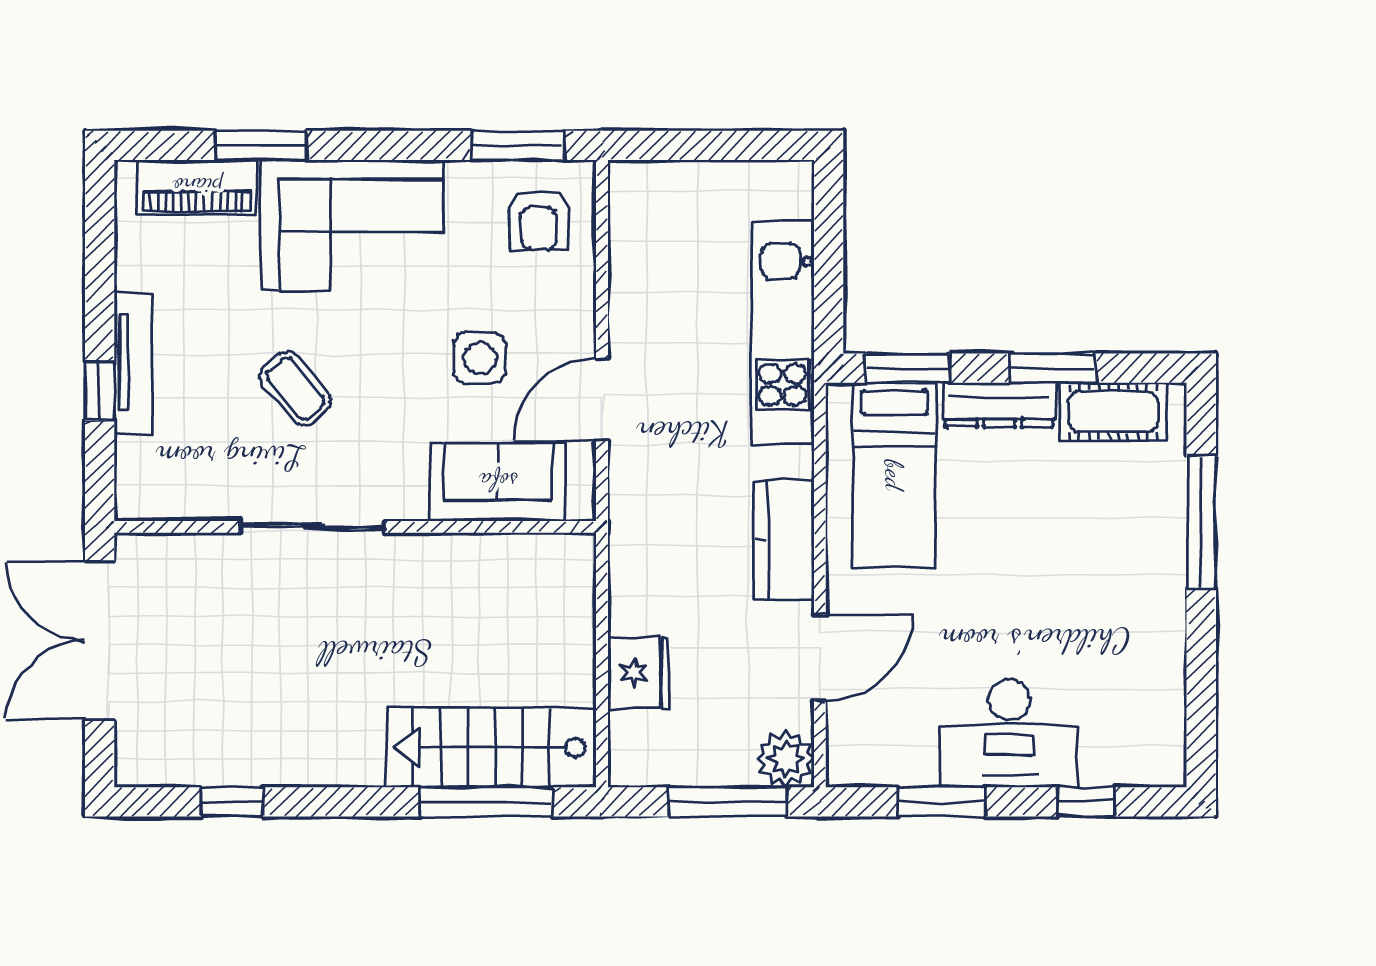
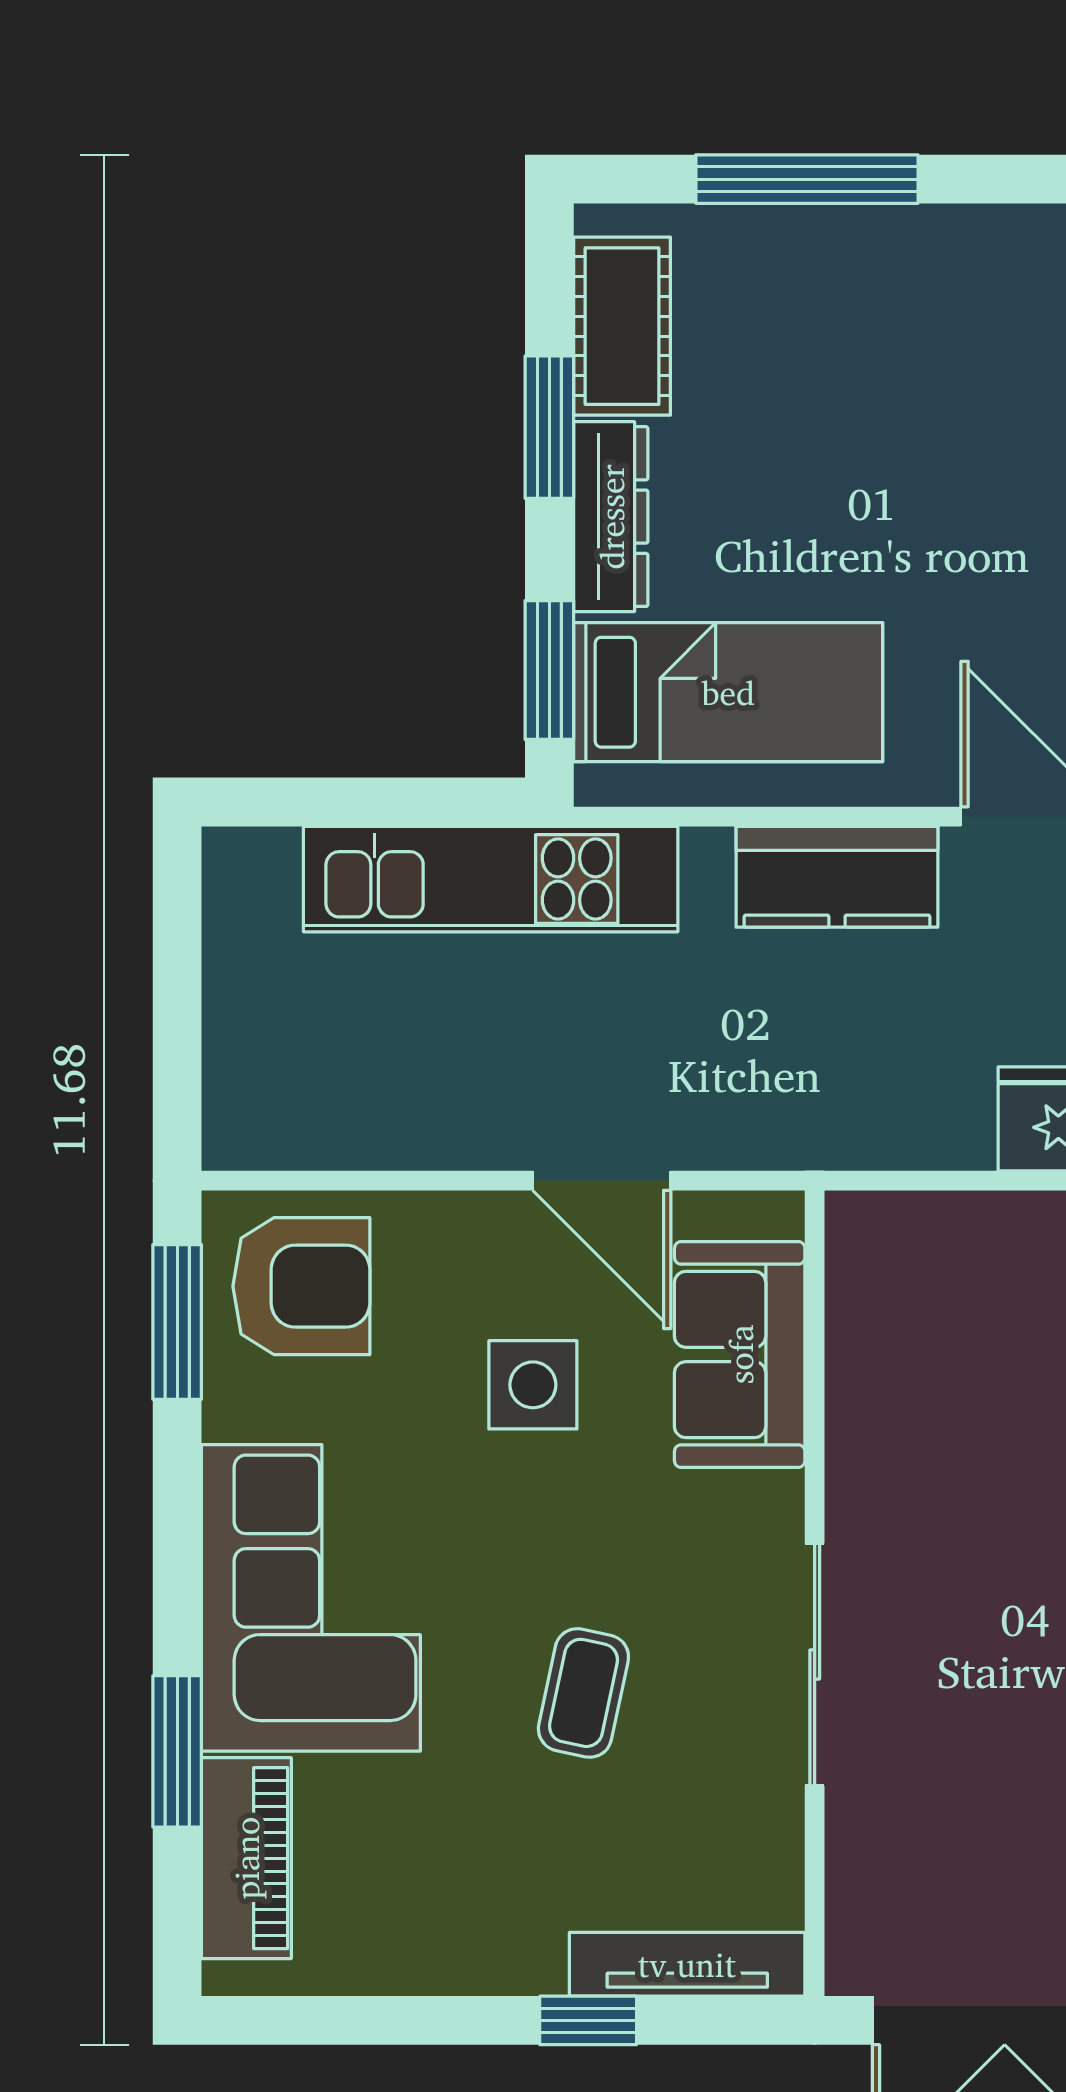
armchair: (539, 220) -> (301, 1286), width x1.38, depth x1.38
tv unit: (133, 363) -> (687, 1964), moved
coffee table: (295, 389) -> (583, 1693), turned -38

